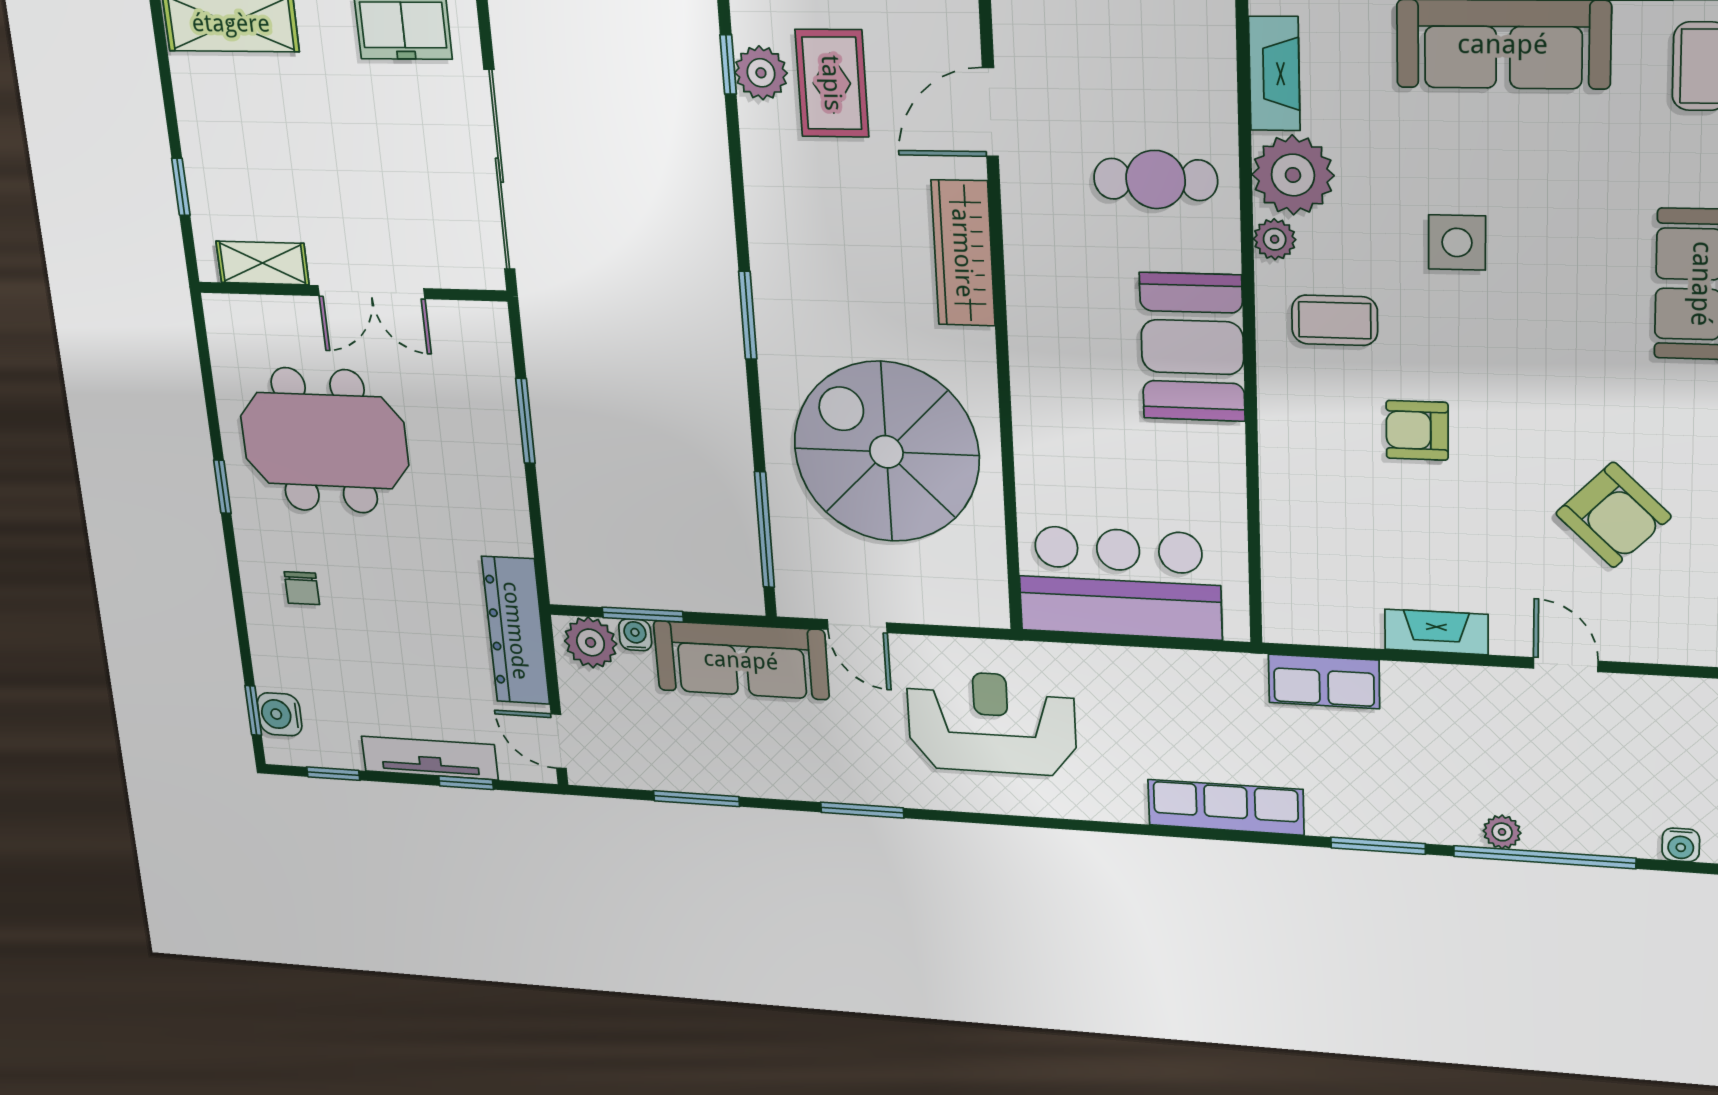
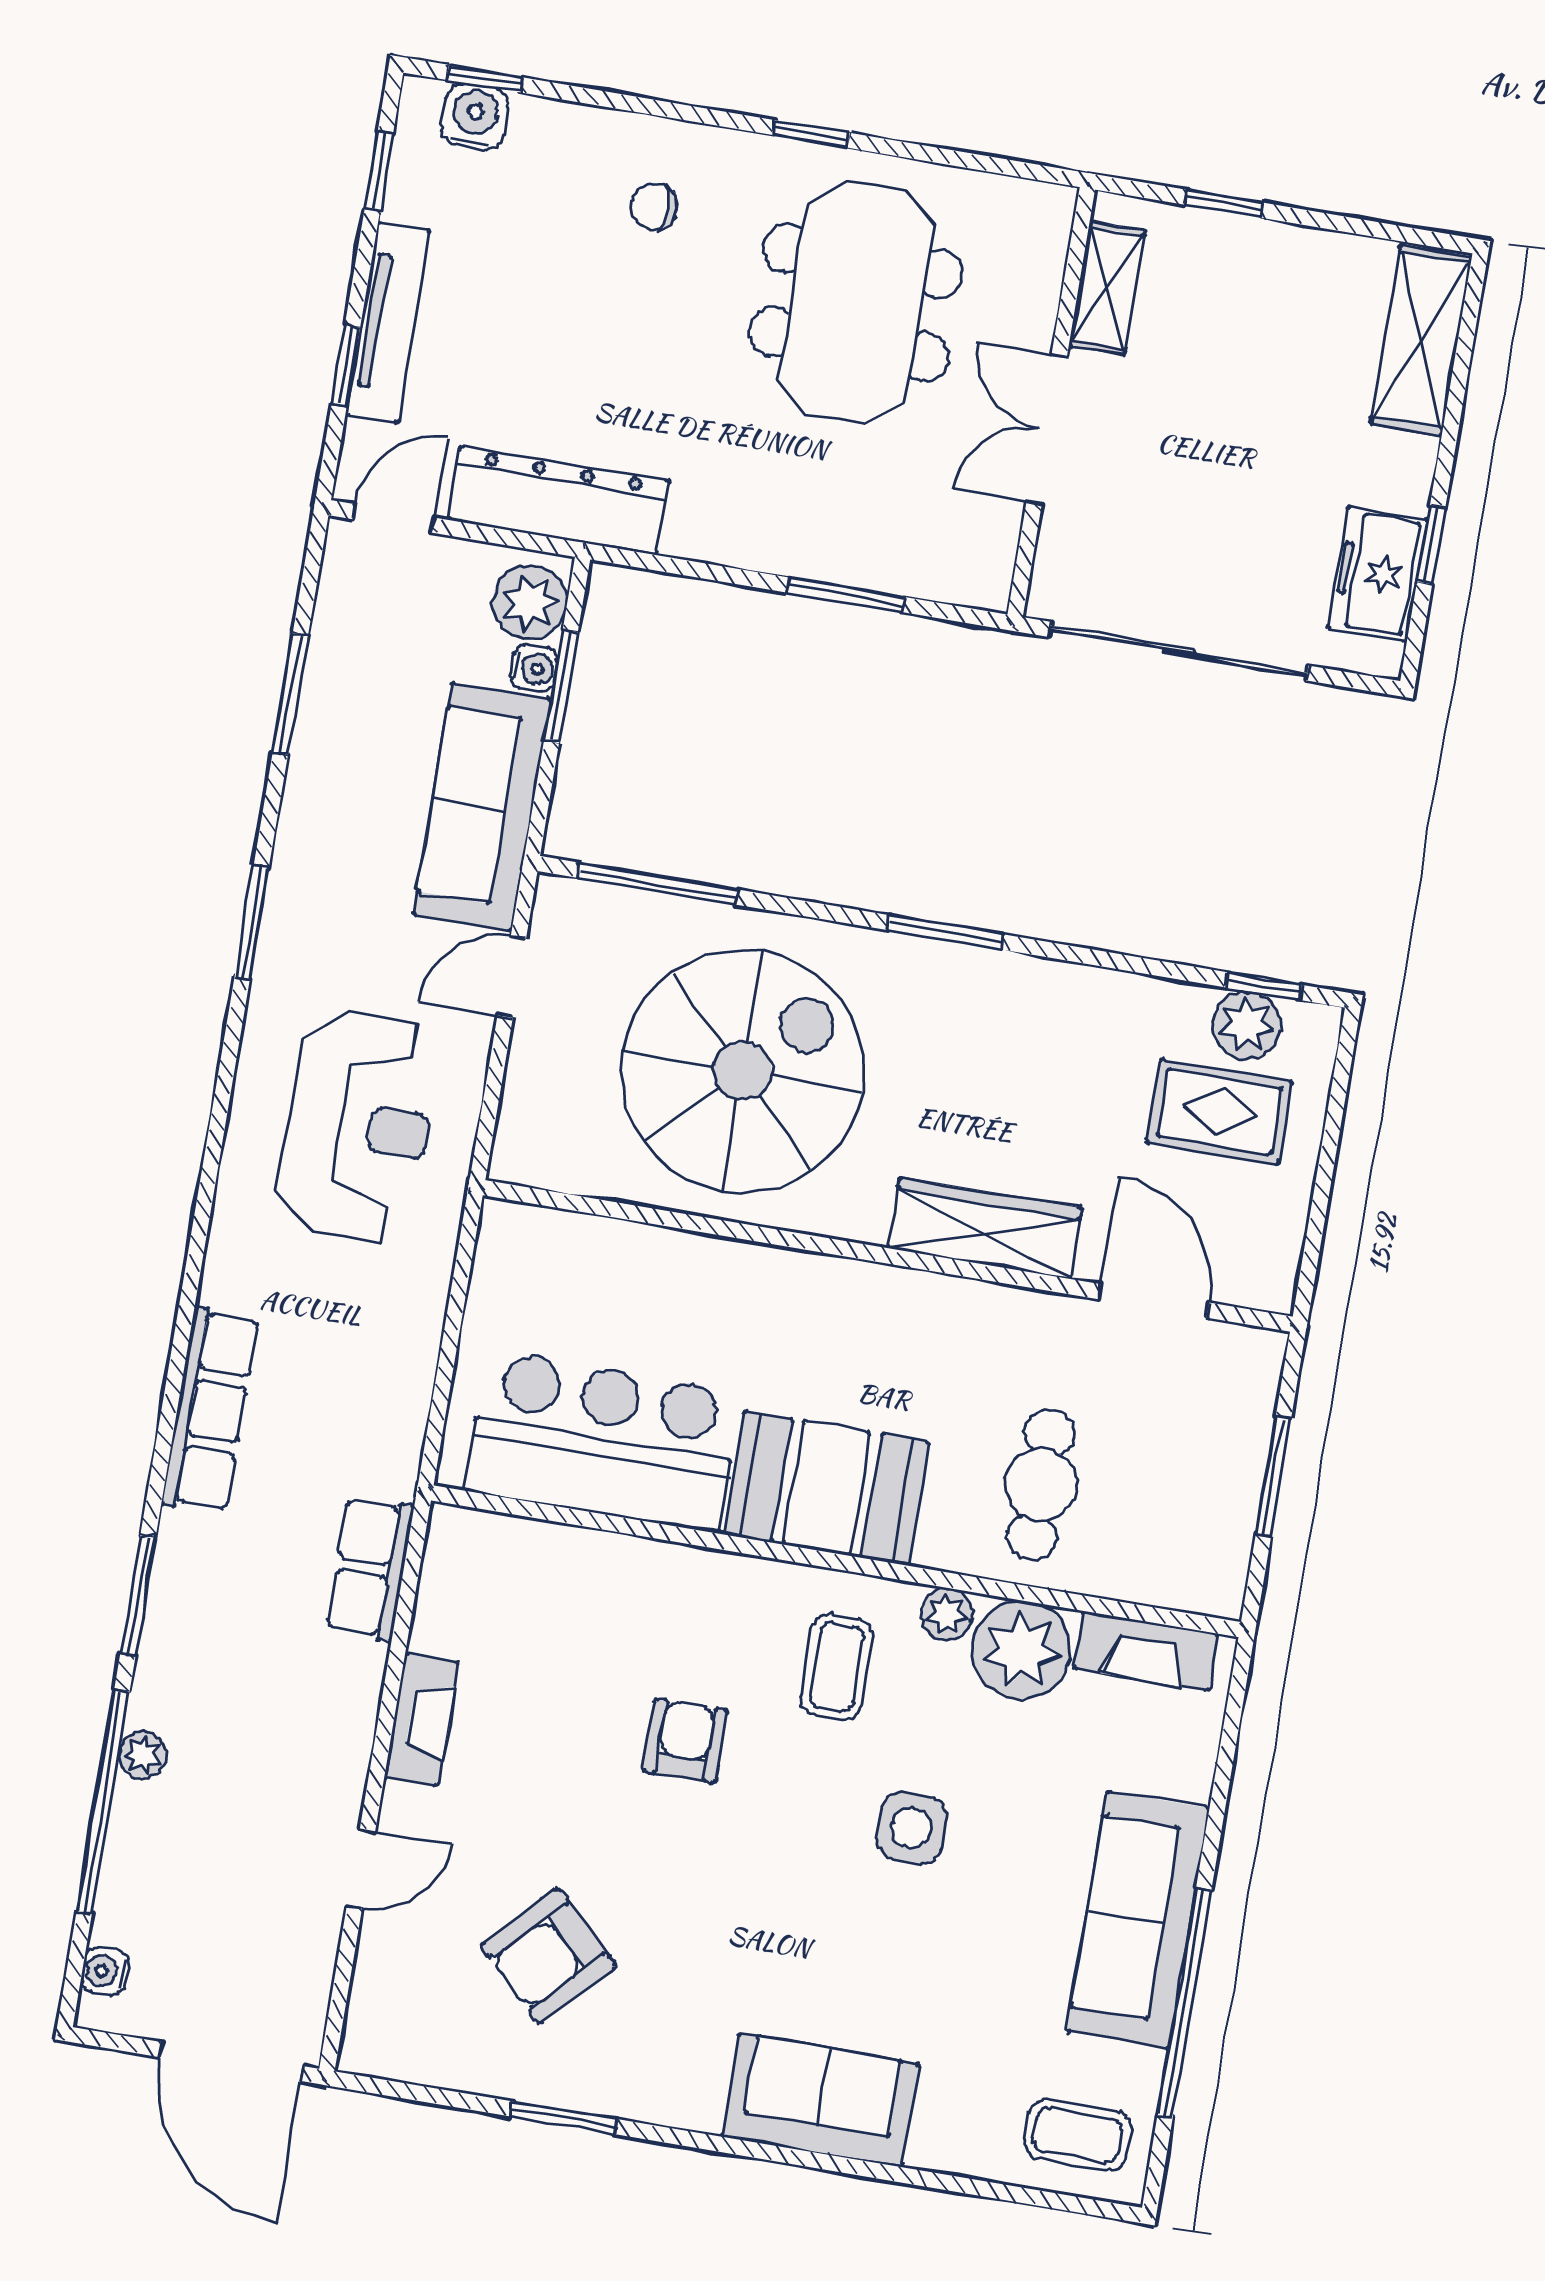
bar counter: (1119, 583) -> (603, 1441), moved, turned -90

